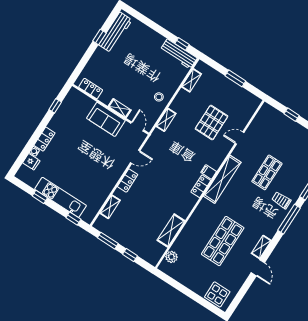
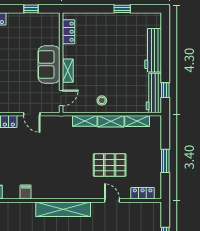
workbench: (115, 32) -> (153, 50), moved, turned 90
shelving: (179, 100) -> (111, 121), added
filing cabinet: (209, 172) -> (26, 192), moved
locker: (201, 186) -> (143, 193), moved

